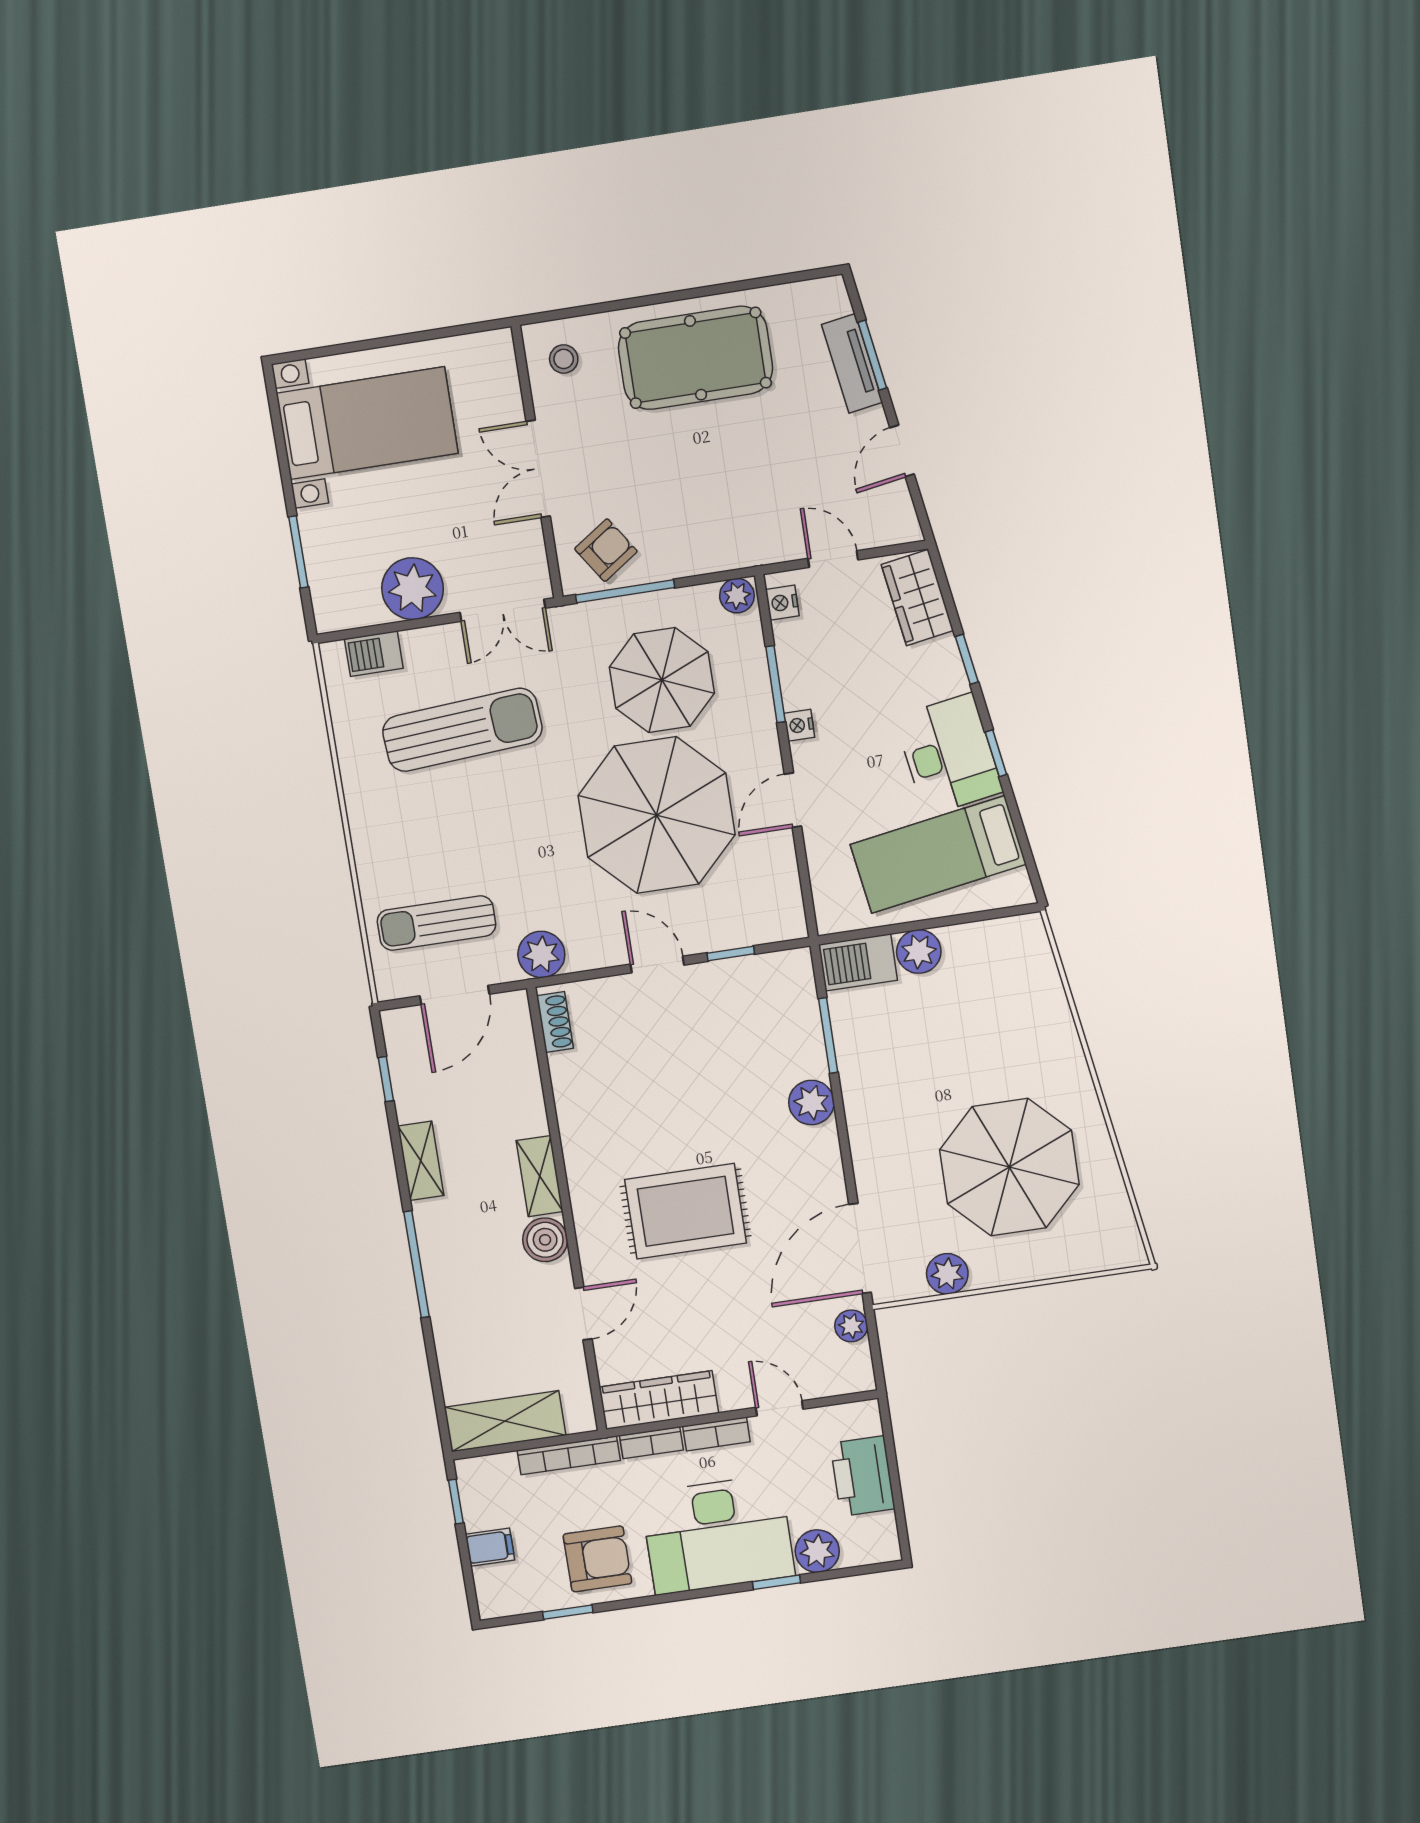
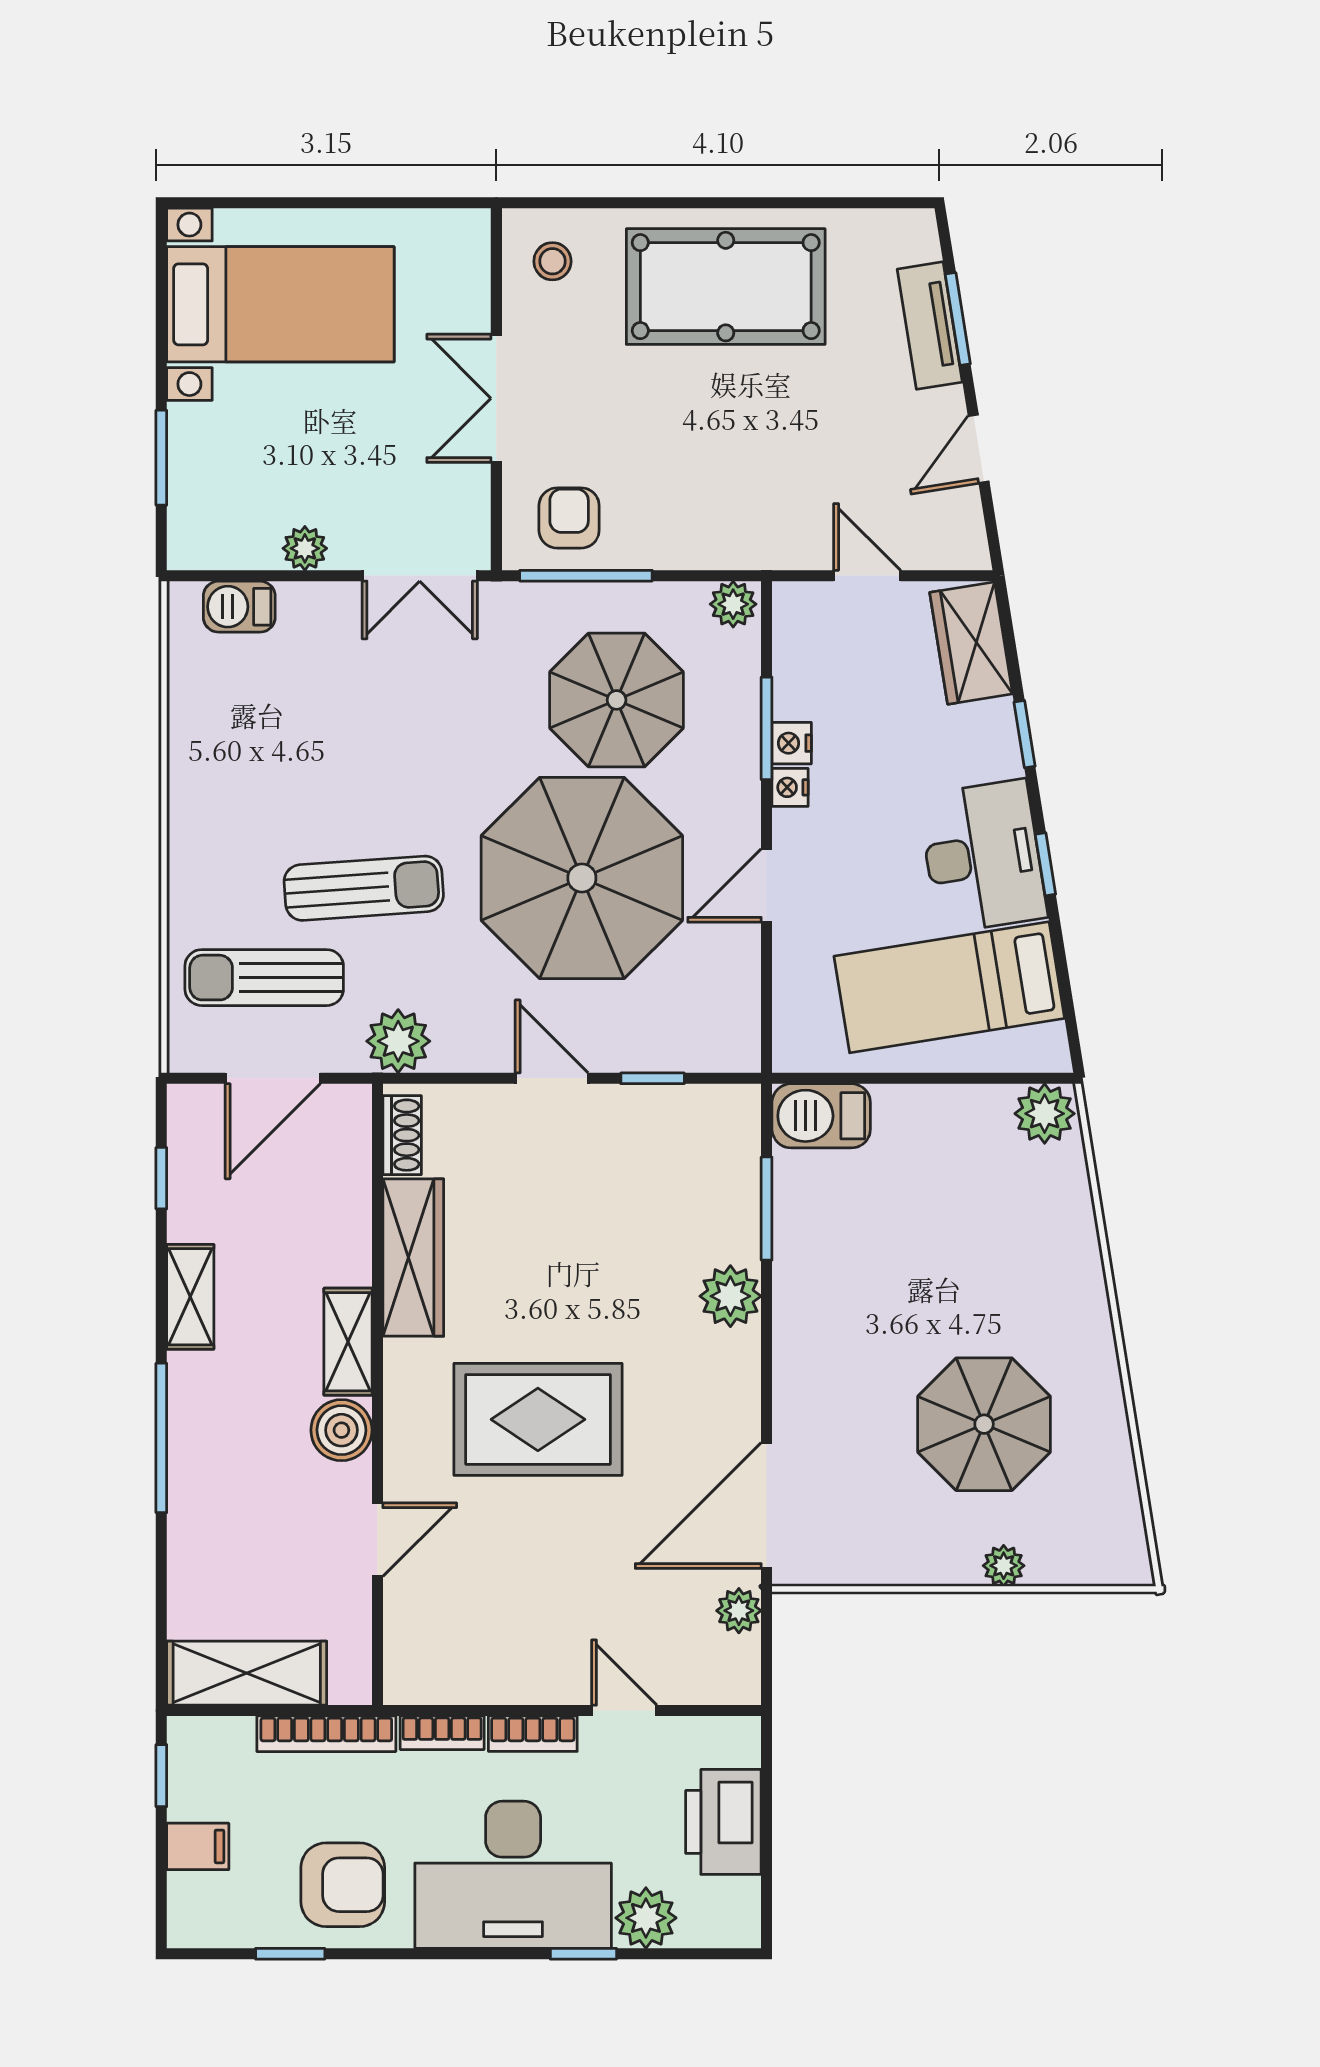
armchair: (606, 550) -> (569, 518), turned -56
plant: (413, 589) -> (305, 548), width x0.53, depth x0.53
nightstand: (782, 603) -> (792, 743), moved
sun lounger: (462, 730) -> (364, 888), moved, width x0.73, depth x0.75
plant: (919, 952) -> (1045, 1114), moved
parasol: (1009, 1167) -> (984, 1424), width x0.73, depth x0.73
plant: (947, 1274) -> (1004, 1566), moved, width x0.73, depth x0.73
wardrobe: (659, 1400) -> (413, 1258), moved, turned 90

